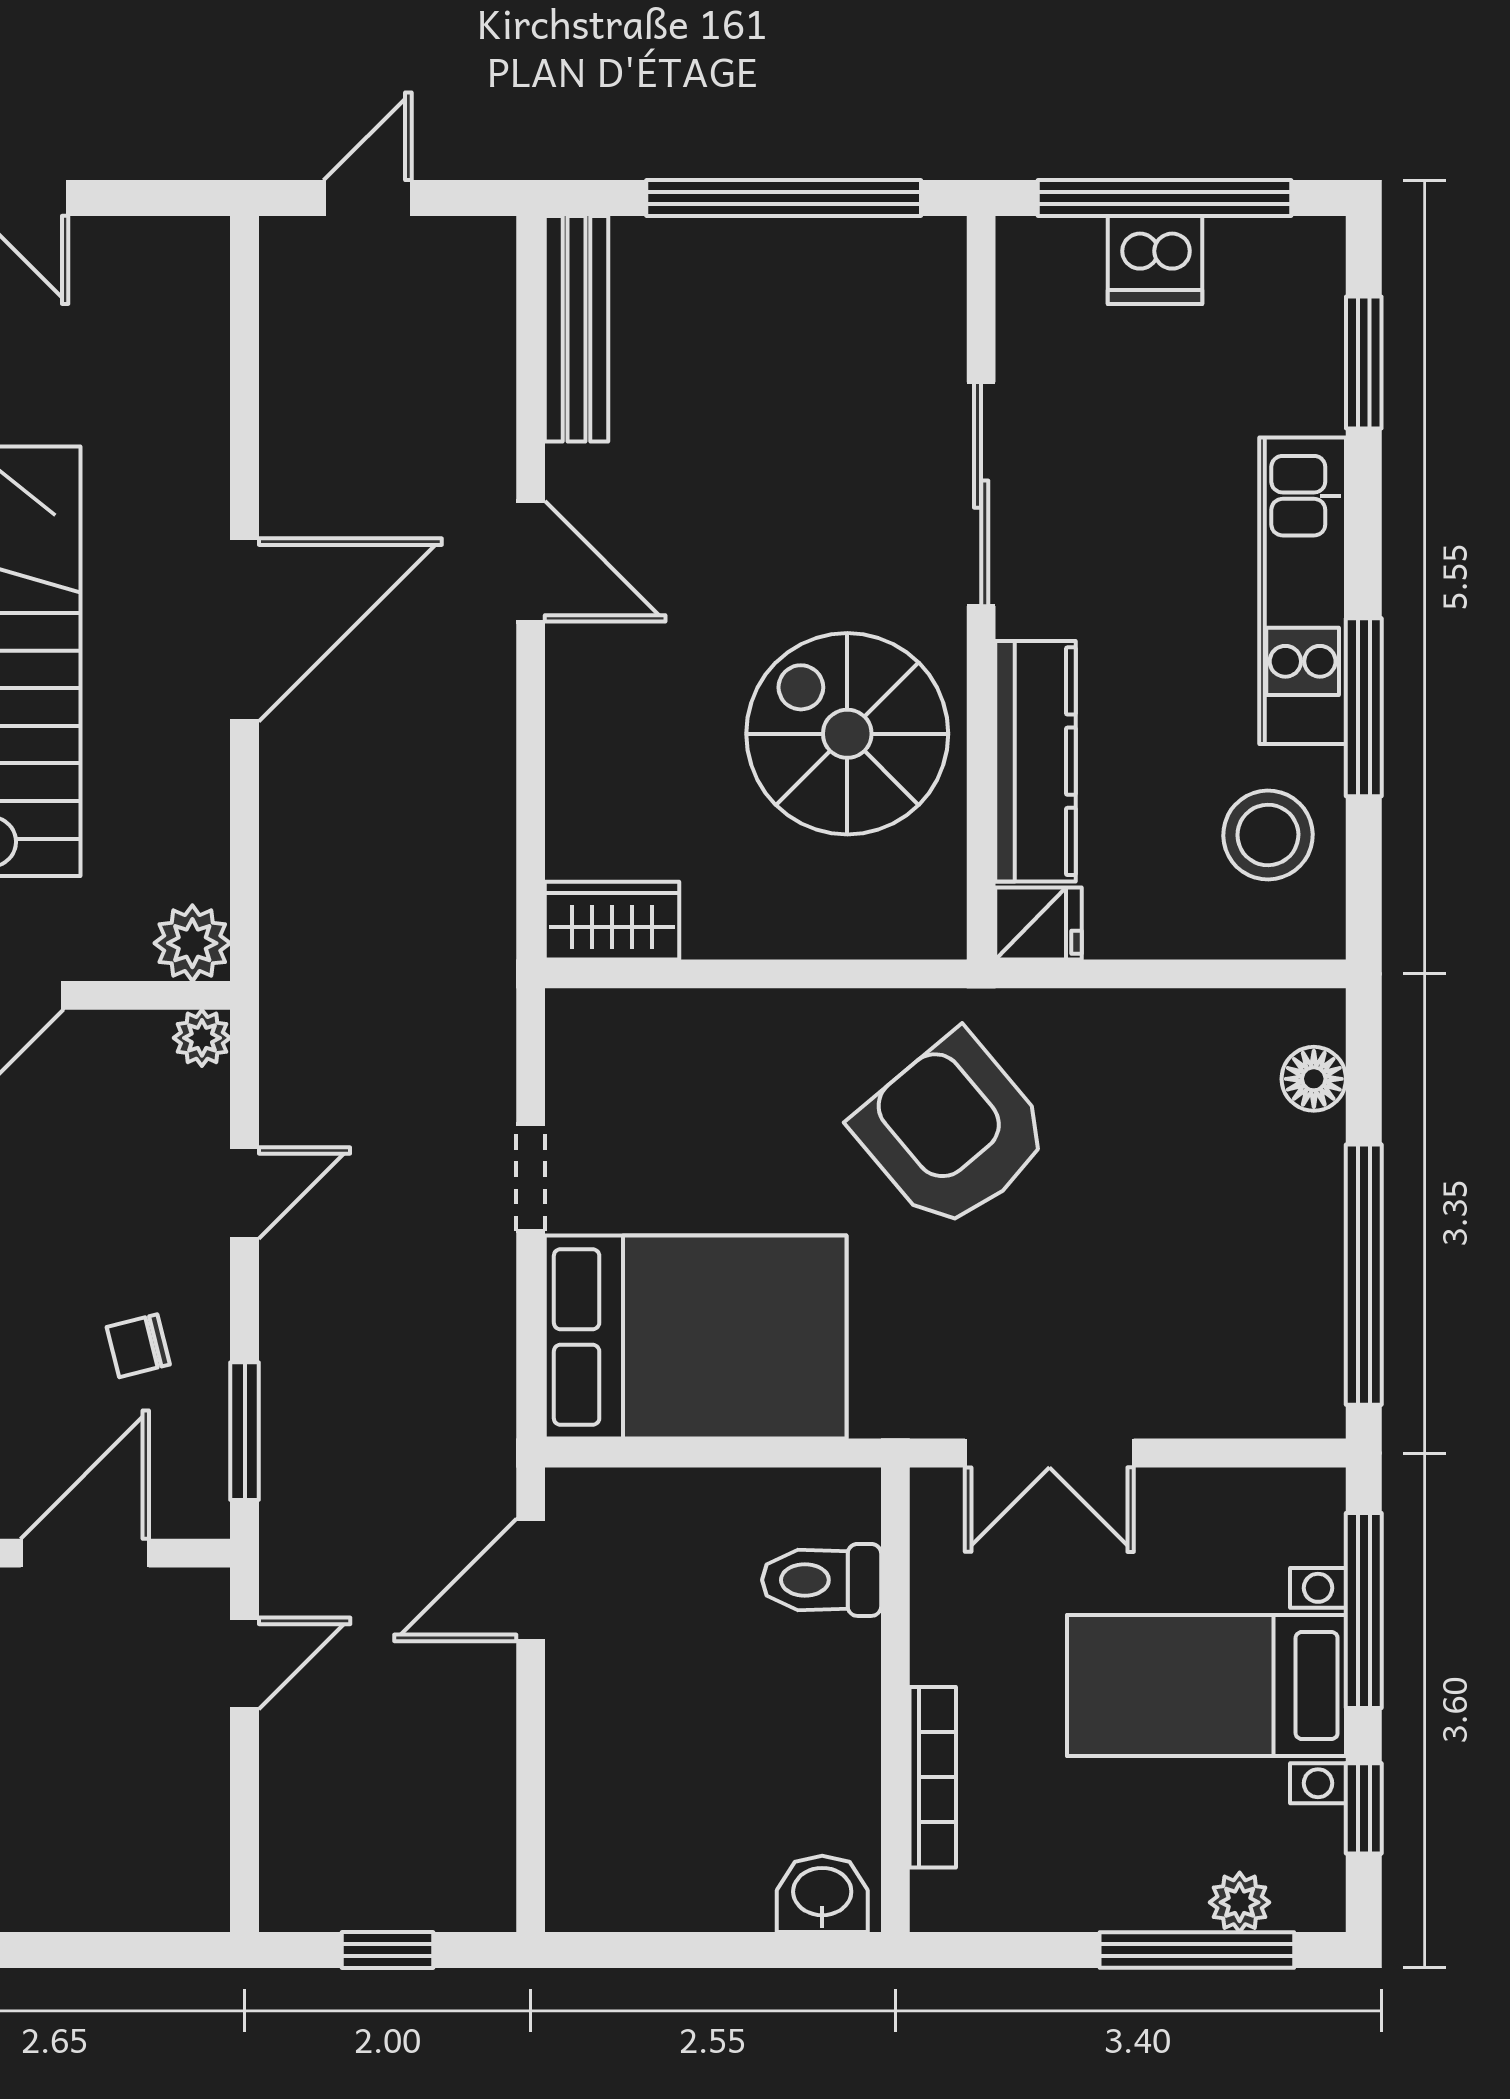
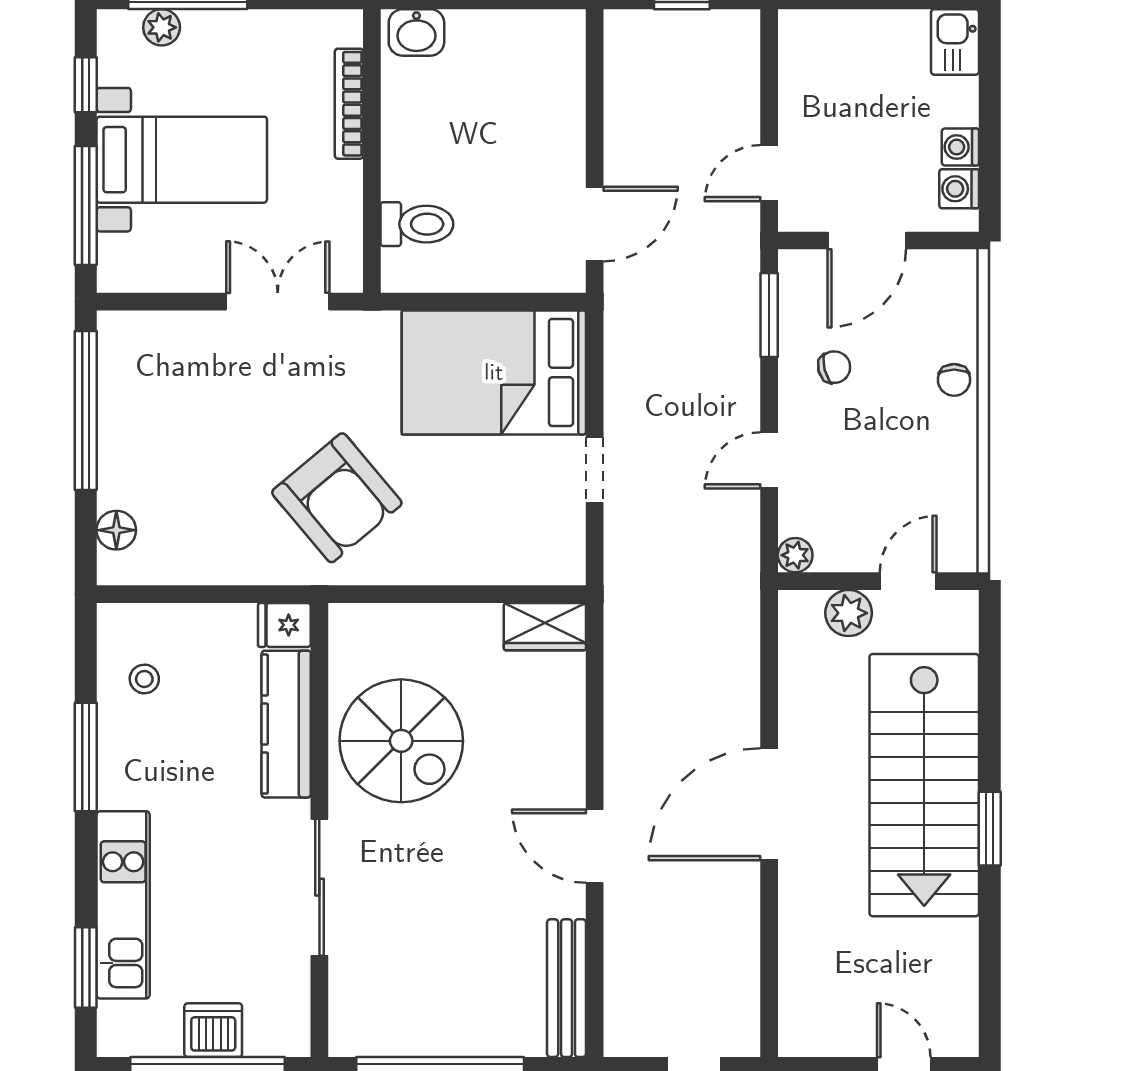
kitchen unit: (1303, 591) -> (123, 905), moved
stool: (1268, 835) -> (144, 679), width x0.53, depth x0.53
plant: (192, 943) -> (849, 613), moved

